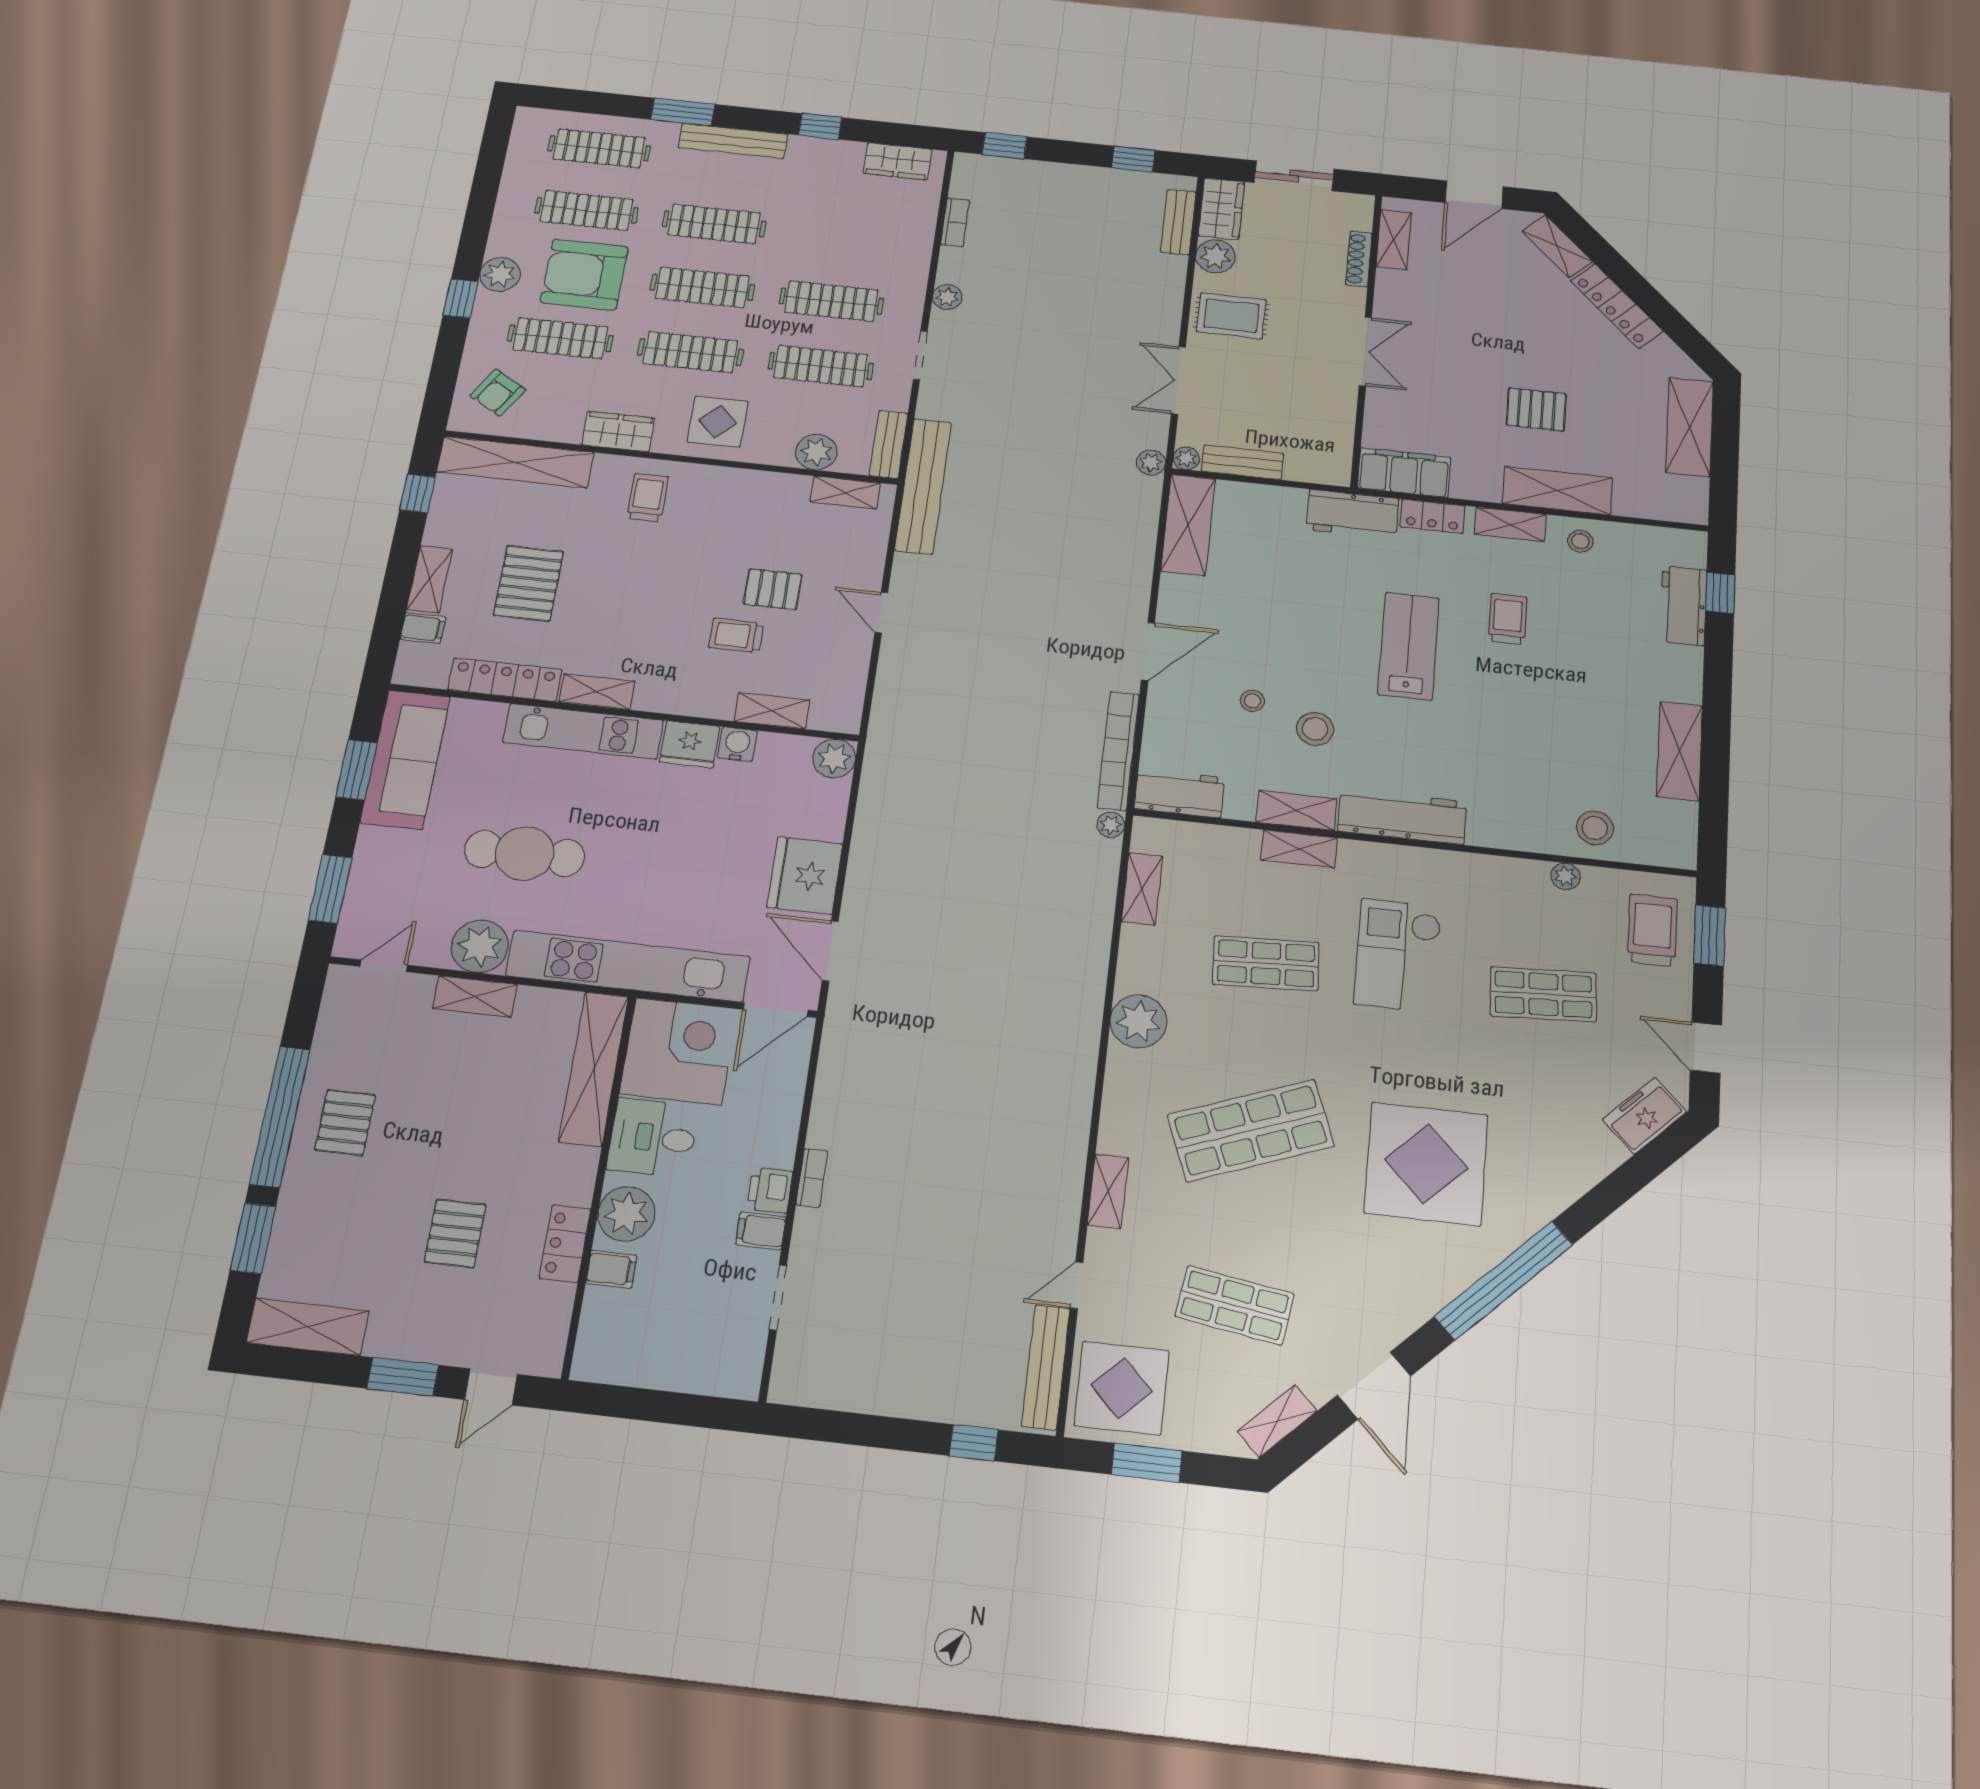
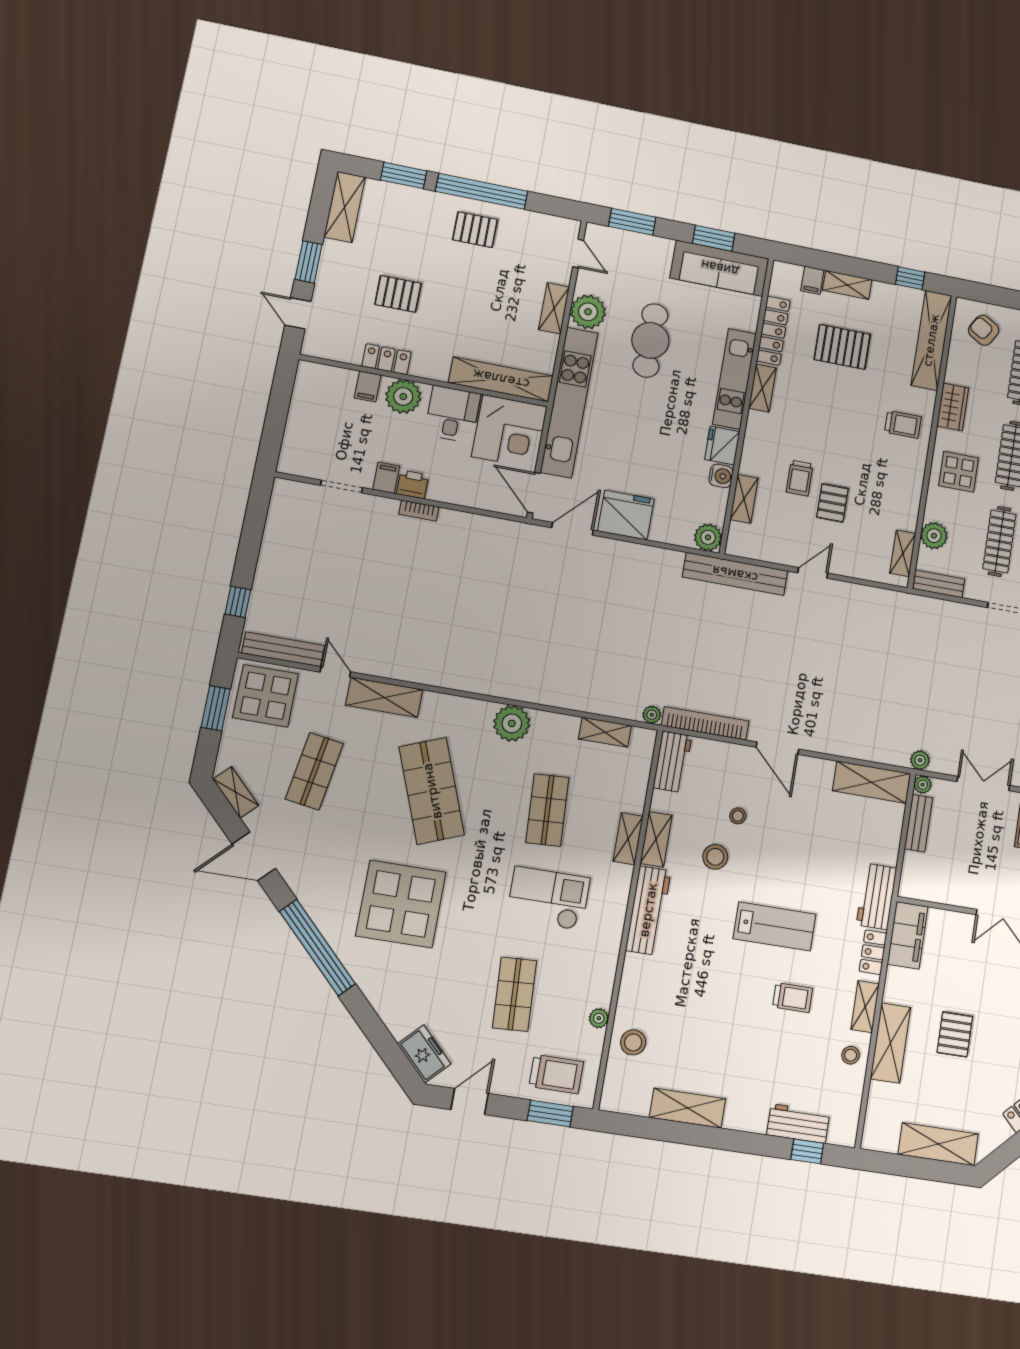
bench: (923, 486) -> (735, 574), moved
trolley: (736, 635) -> (800, 478), turned 180
shelving: (1108, 1191) -> (384, 697), width x1.50, depth x1.33

